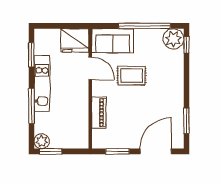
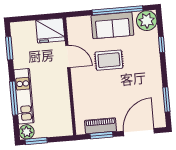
sofa: (113, 41) -> (112, 25), moved
window: (186, 45) -> (162, 45), moved
kitchen unit: (42, 83) -> (24, 96), moved
piano: (99, 112) -> (101, 126), moved, turned -90

